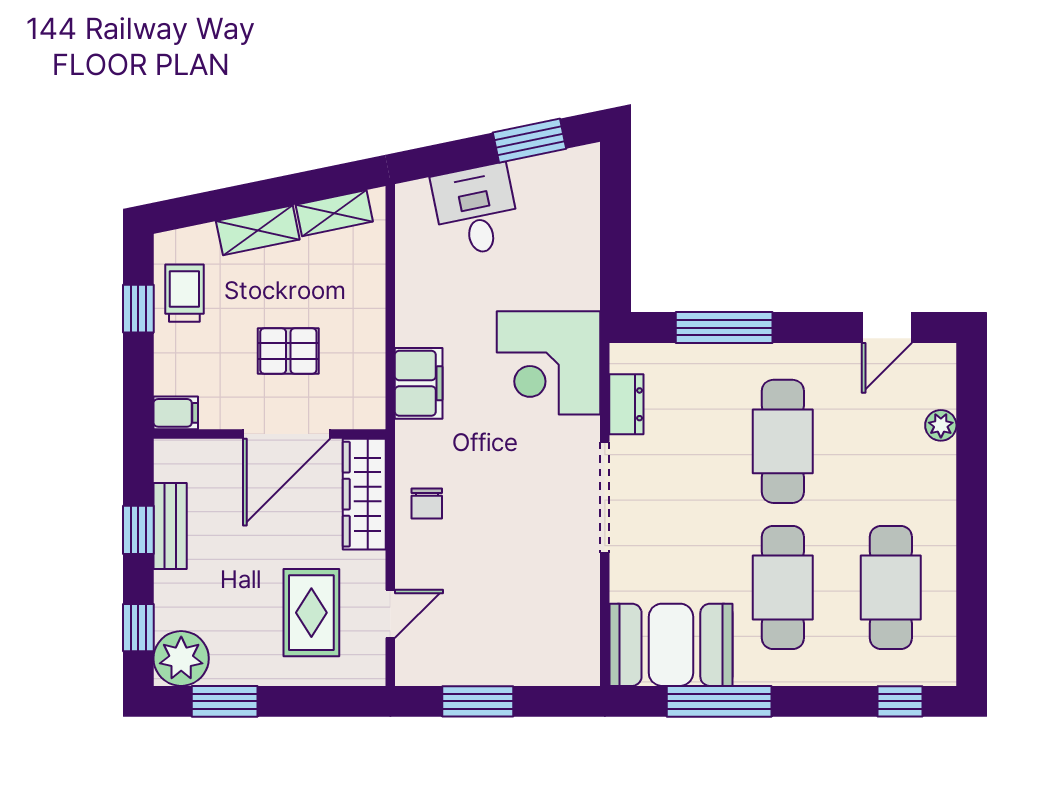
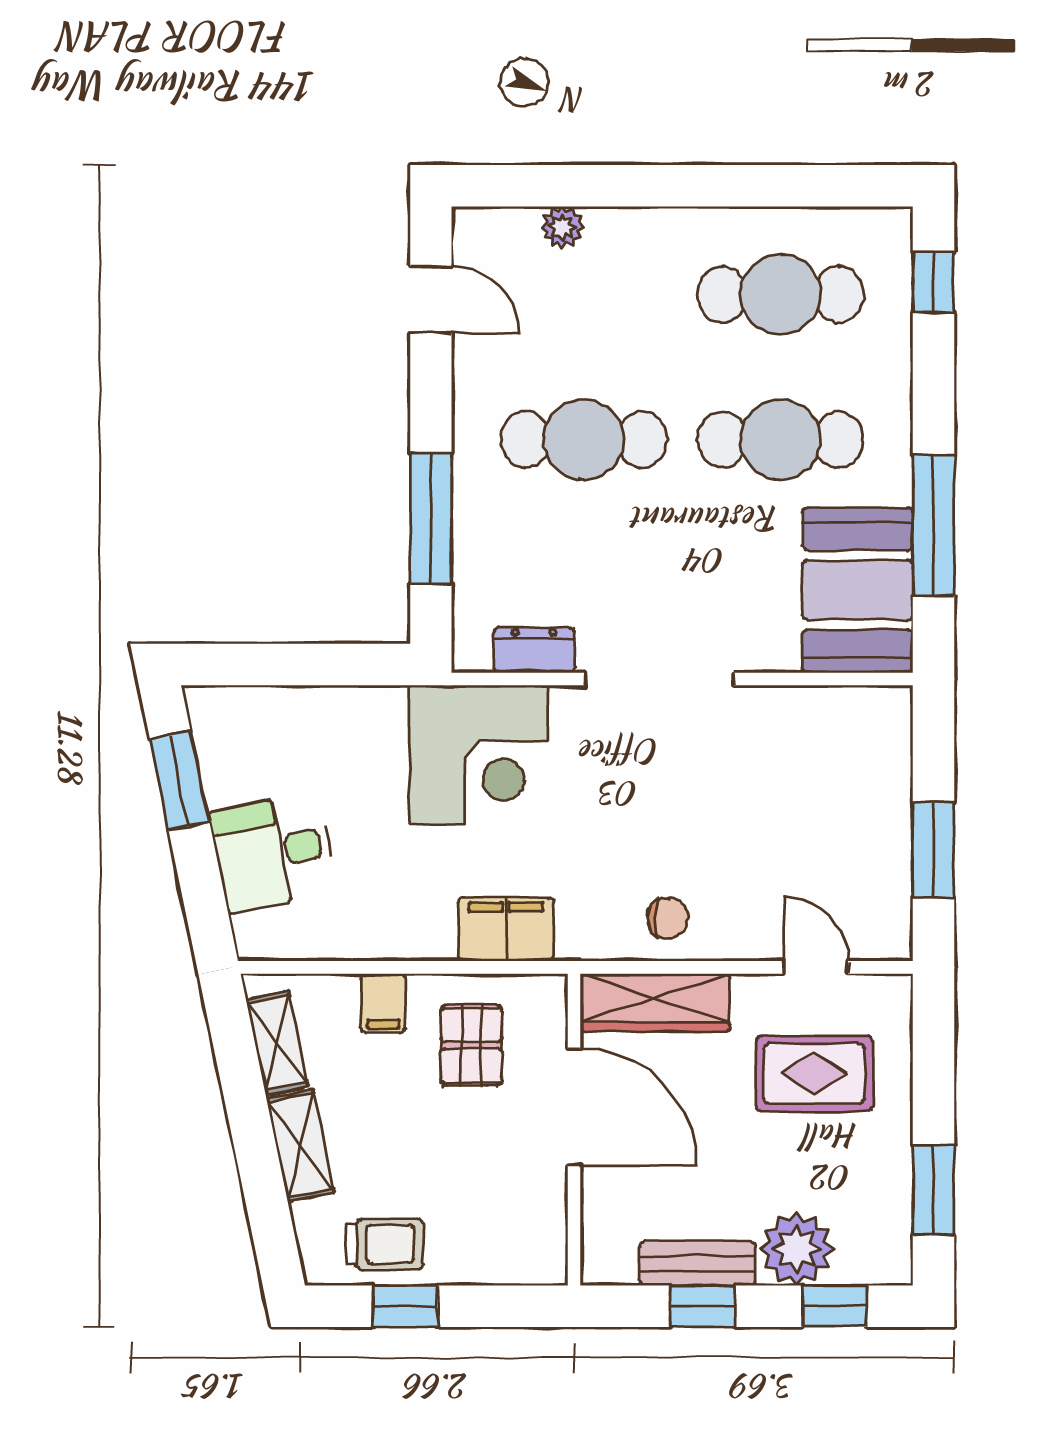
trolley: (184, 293) -> (385, 1244), turned 180
pallet: (288, 351) -> (471, 1045), moved
filing cabinet: (176, 413) -> (383, 1003), moved, turned 180
plant: (181, 658) -> (797, 1249), moved

